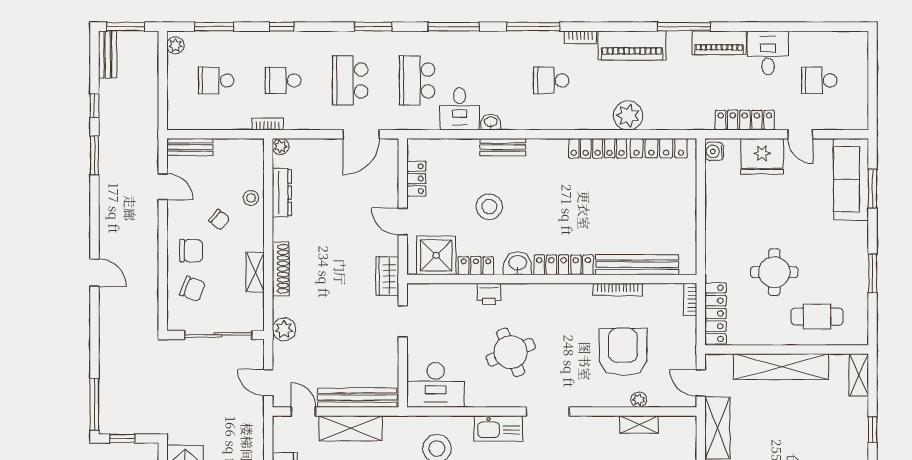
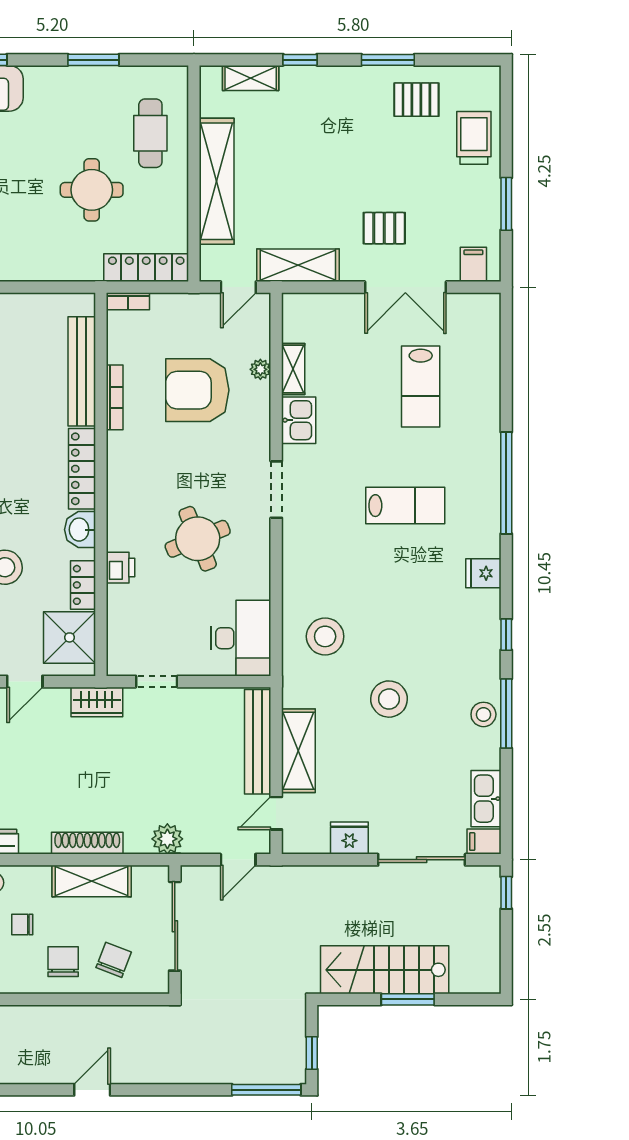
chair: (219, 220) -> (22, 925), turned -130
shelving: (255, 272) -> (92, 881), width x1.50, depth x1.33
shelving: (859, 375) -> (251, 78), moved
kitchen sink: (498, 428) -> (299, 420), moved, width x0.73

